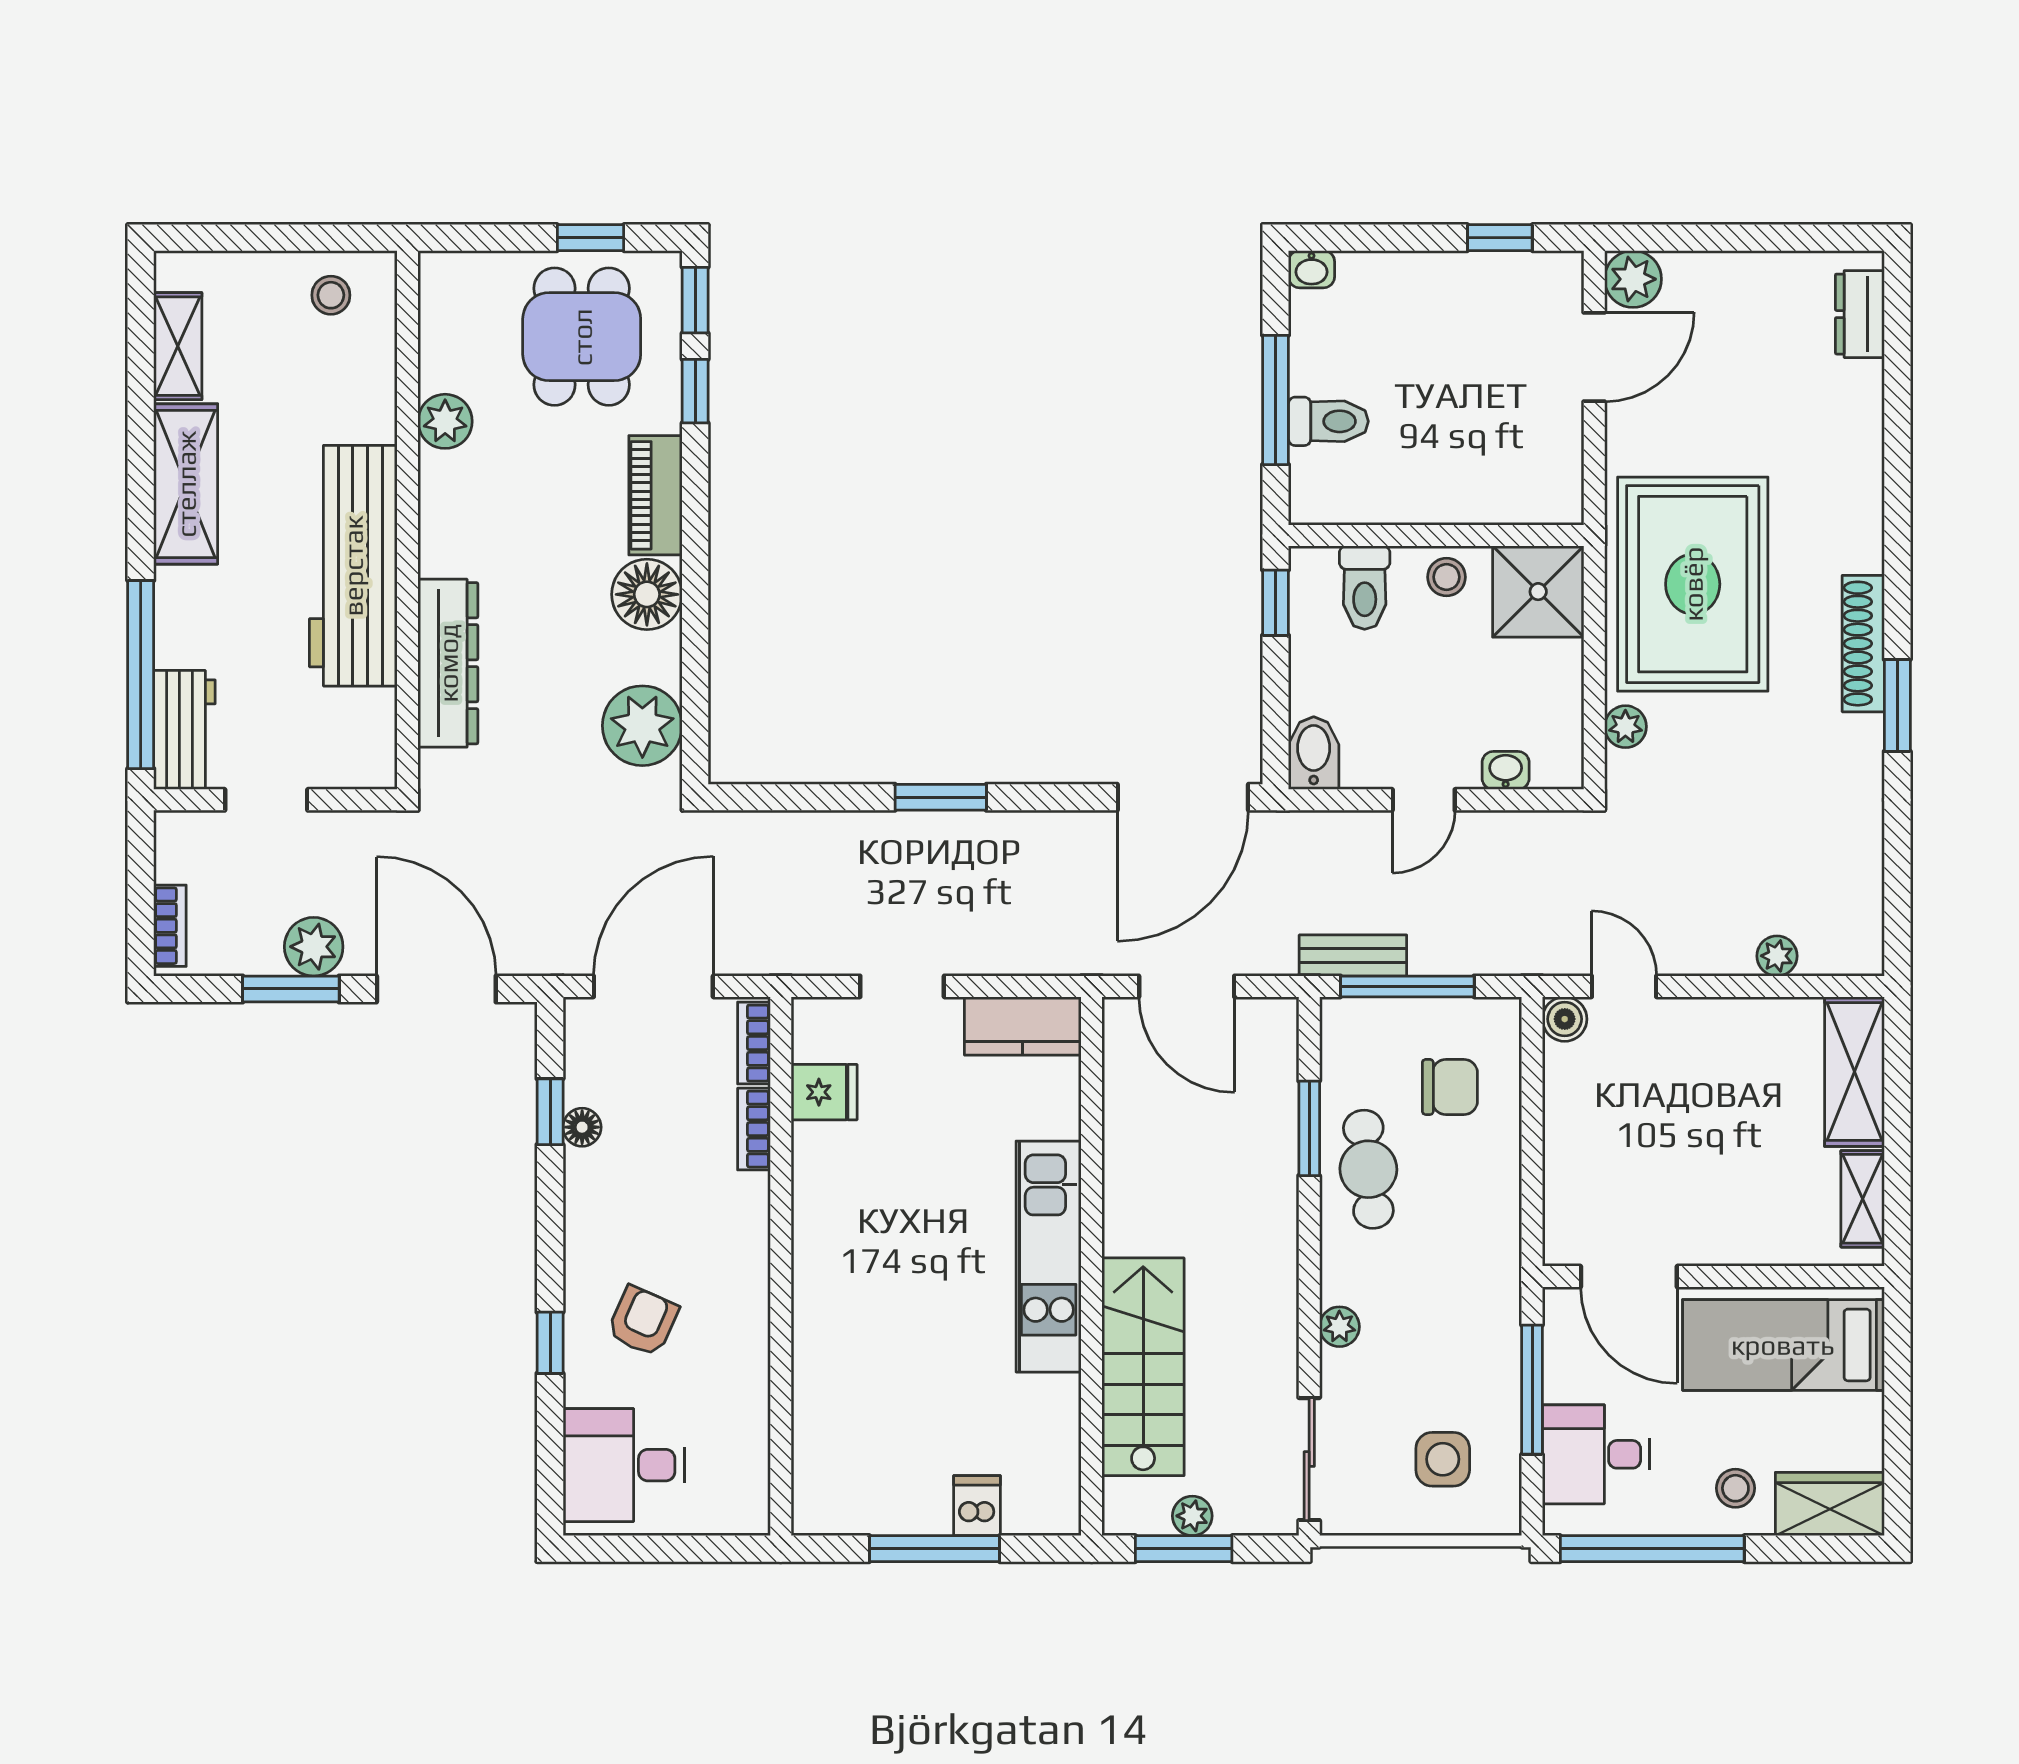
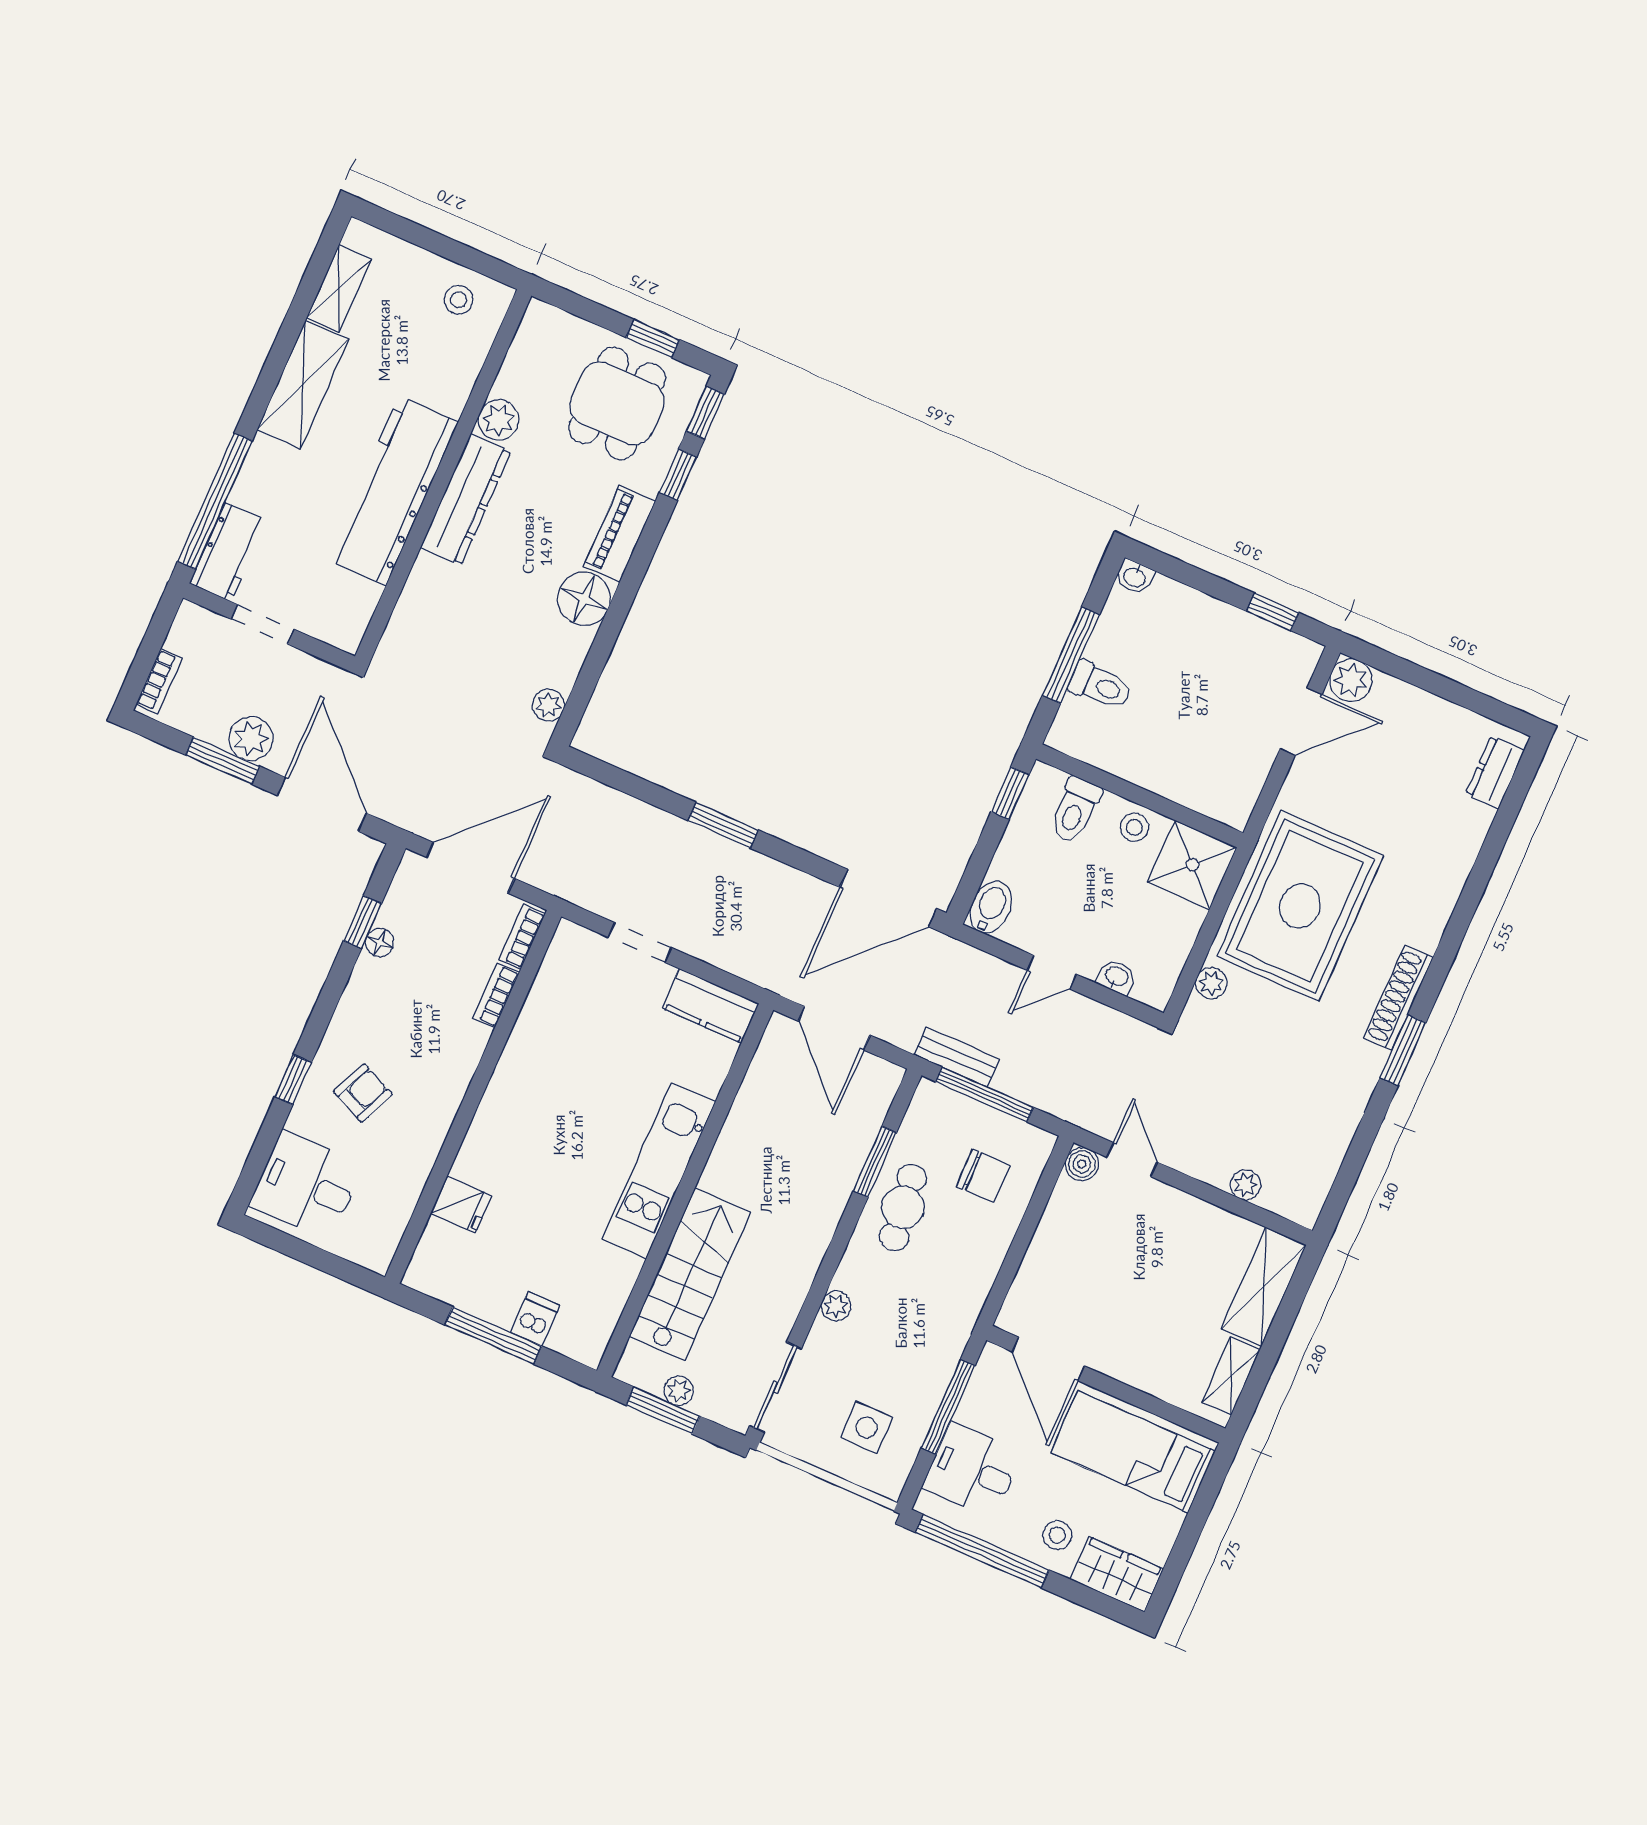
dresser: (448, 663) -> (466, 500), moved
plant: (642, 726) -> (548, 705), width x0.53, depth x0.53
fridge: (824, 1092) -> (461, 1205), moved

